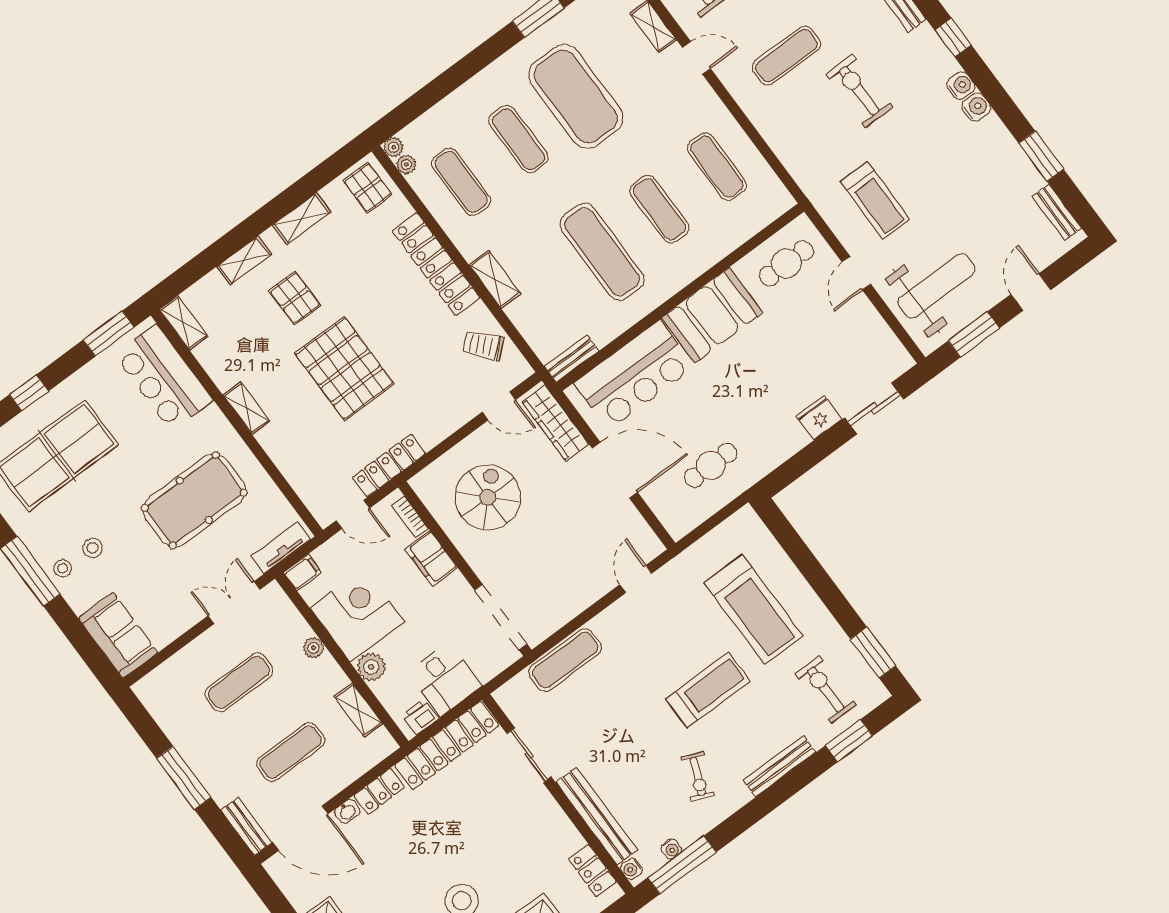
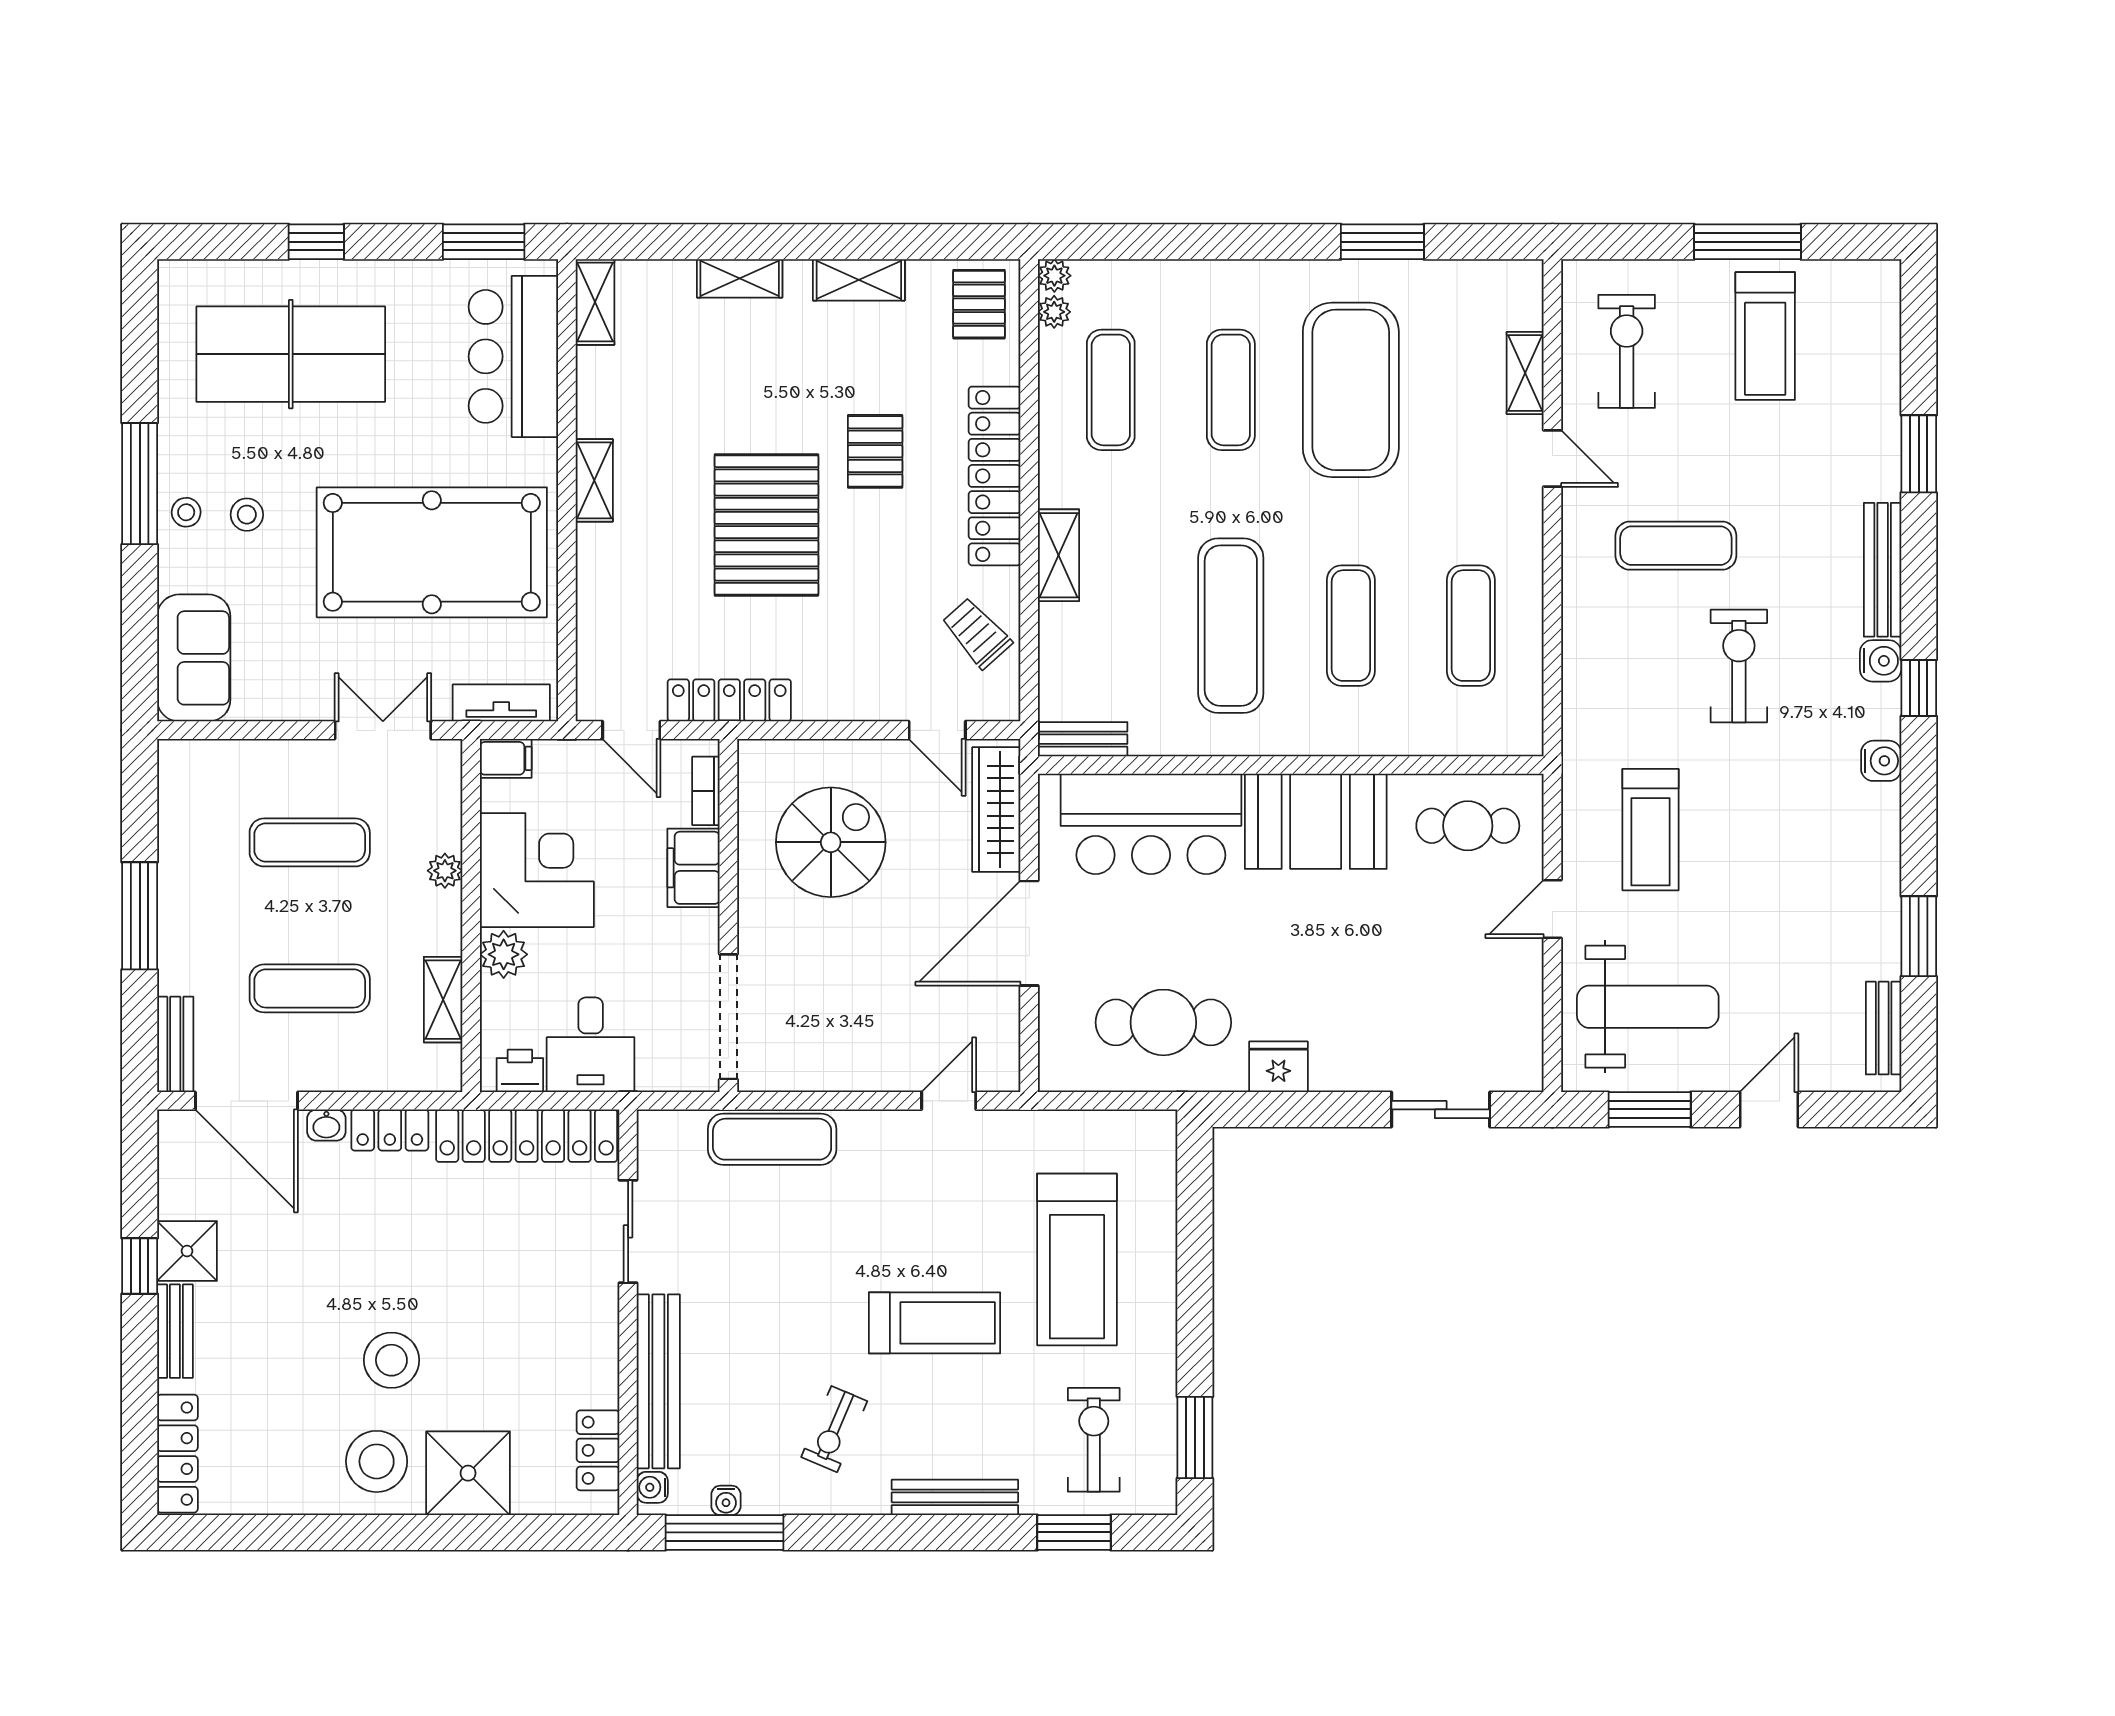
water cooler: (976, 107) -> (1881, 661), moved
pallet: (295, 298) -> (875, 451), moved
fridge: (819, 418) -> (1278, 1067), moved
cafe table: (711, 465) -> (1163, 1022), width x1.37, depth x1.35
door: (615, 470) -> (1029, 933), swing flipped
pool table: (194, 500) -> (432, 552), width x1.36, depth x1.32

